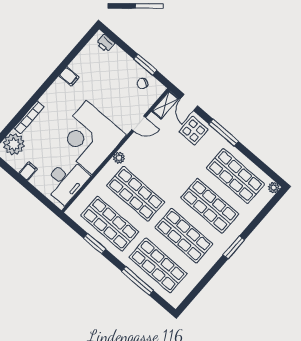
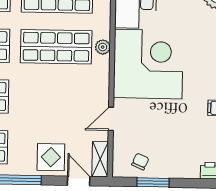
plant: (119, 158) -> (103, 47), moved

